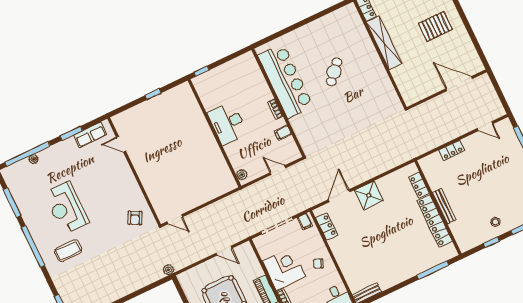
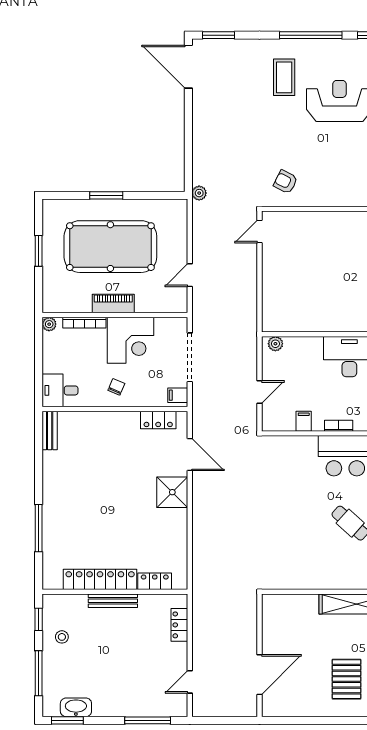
locker: (419, 185) -> (155, 581), moved
bench: (444, 206) -> (113, 601), moved
wall: (438, 208) -> (115, 592), moved
locker: (435, 221) -> (100, 579), moved

